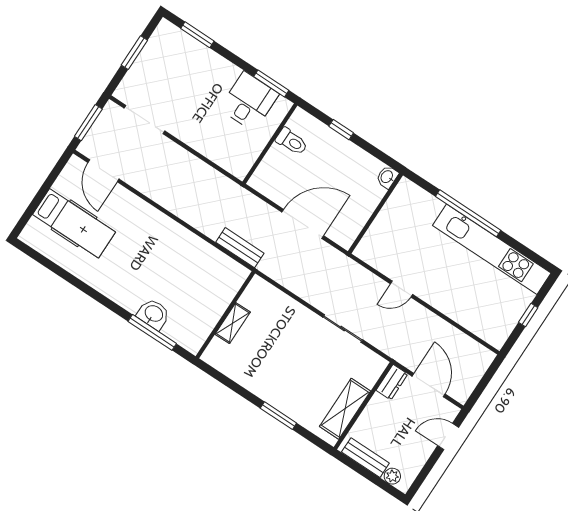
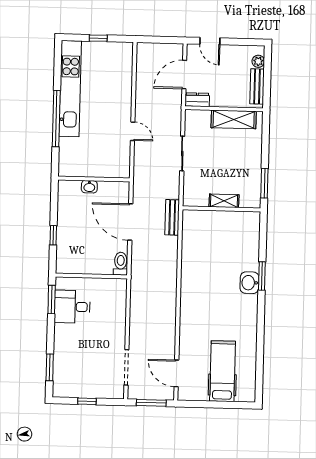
window: (134, 53) -> (87, 401), width x0.67
toilet: (292, 142) -> (121, 264), moved
door: (103, 171) -> (176, 373), swing flipped
washbasin: (387, 177) -> (89, 187), moved
bench: (240, 248) -> (172, 217), moved
wall: (225, 315) -> (221, 209), moved
shelving: (233, 323) -> (224, 201), moved
window: (152, 332) -> (262, 276), width x0.69
window: (278, 416) -> (264, 183), moved

